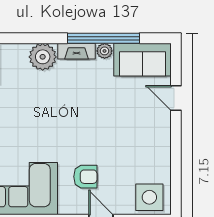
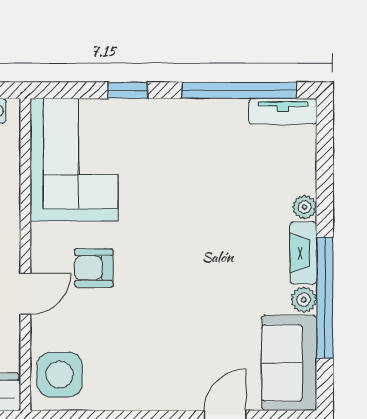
plant: (43, 57) -> (305, 207), width x0.53, depth x0.53
armchair: (85, 177) -> (94, 268), turned 90

